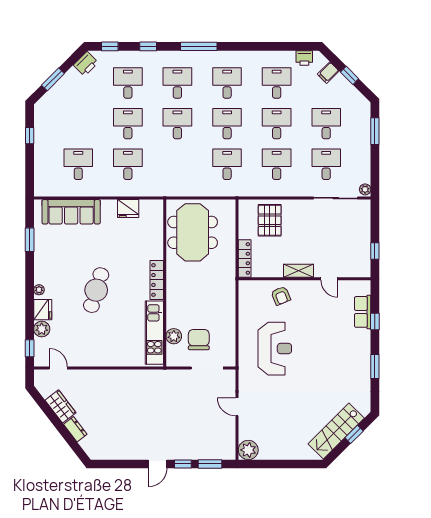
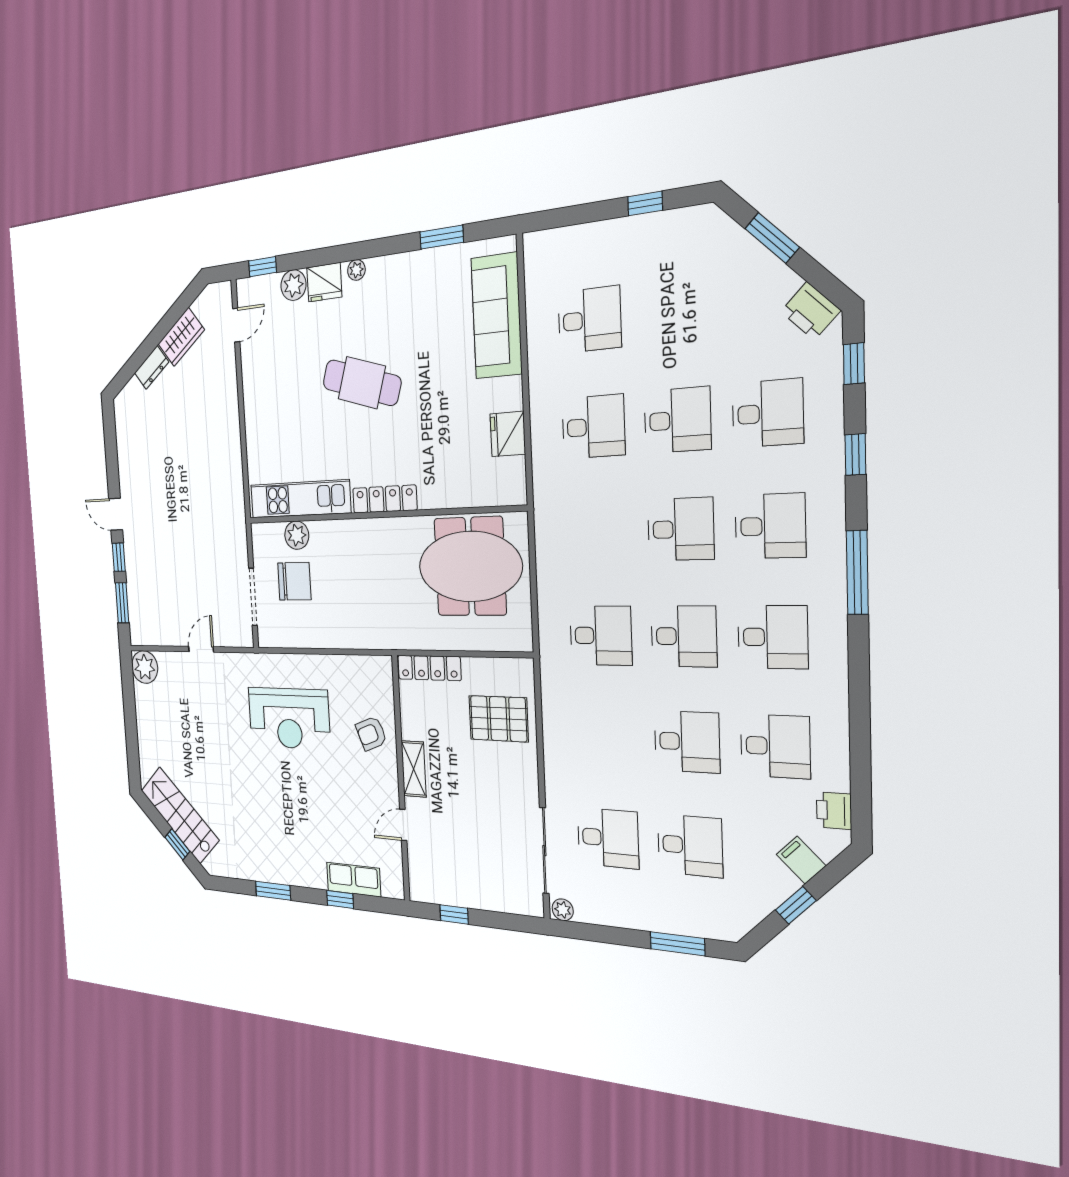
desk: (277, 164) -> (604, 738), removed

